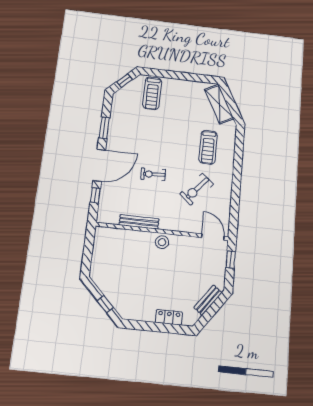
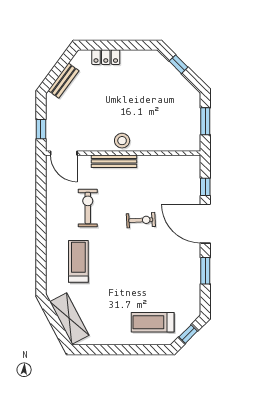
treadmill: (152, 93) -> (153, 322), turned -90
door: (99, 165) -> (205, 224), hinge flipped
exercise bike: (197, 189) -> (88, 208), turned -41
bench: (139, 222) -> (114, 161), moved
window: (88, 251) -> (205, 121), added

